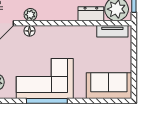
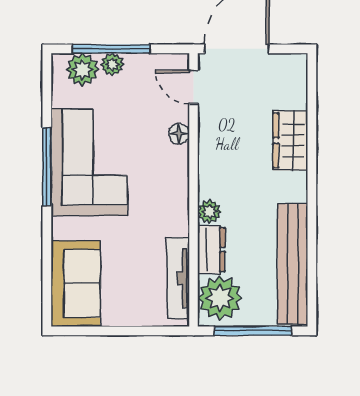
plant: (30, 15) -> (210, 212), moved
tv unit: (112, 31) -> (178, 278), width x1.41

